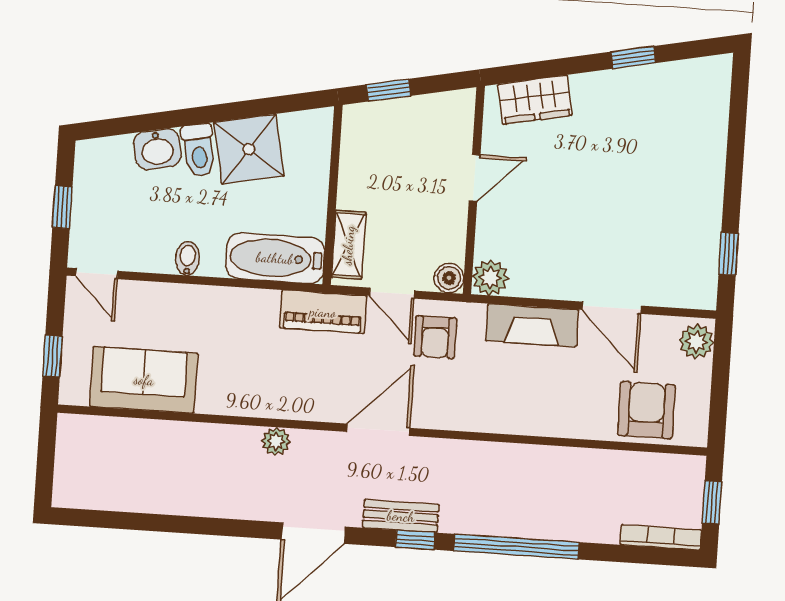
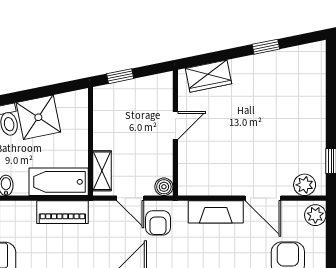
plant: (490, 278) -> (305, 185), moved
piano: (323, 312) -> (62, 212), moved

